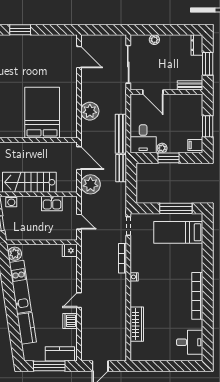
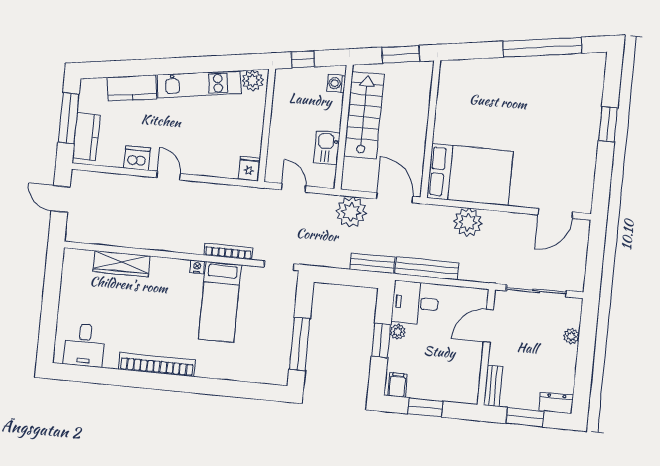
bed: (42, 113) -> (470, 174), moved
door: (79, 158) -> (395, 198), swing flipped
door: (79, 222) -> (294, 188), swing flipped
bed: (178, 232) -> (220, 302), moved, turned 180

